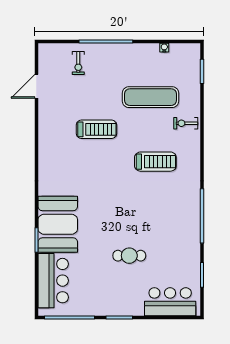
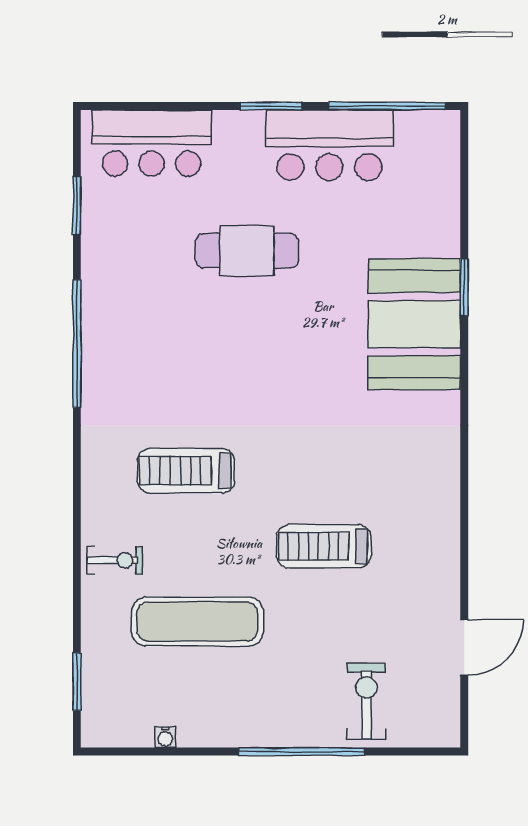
exercise bike: (78, 63) -> (366, 701), width x1.38, depth x1.39
cafe table: (129, 256) -> (247, 251), width x1.37, depth x1.35
bar counter: (53, 281) -> (329, 145), moved, turned -90

